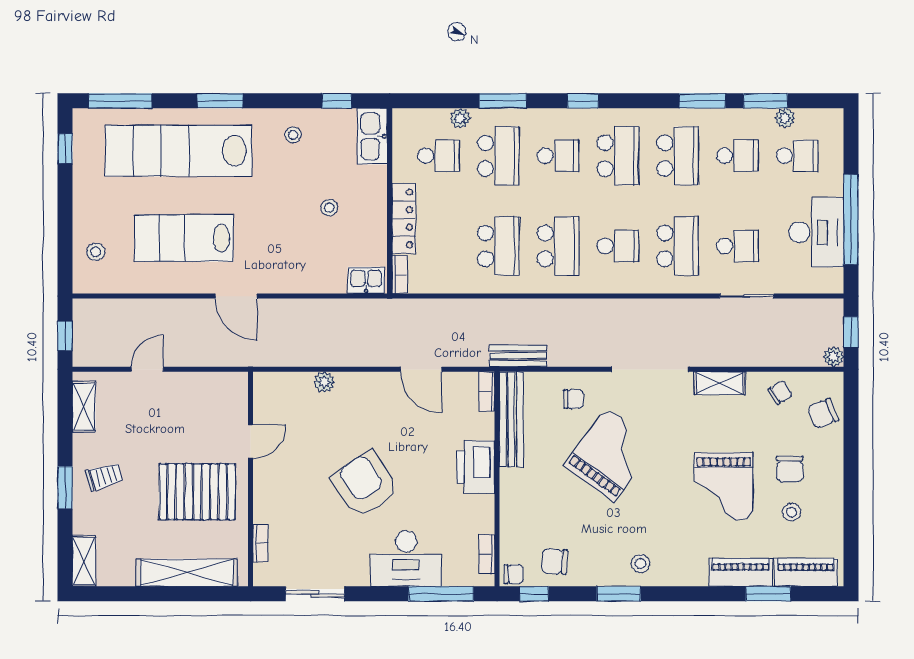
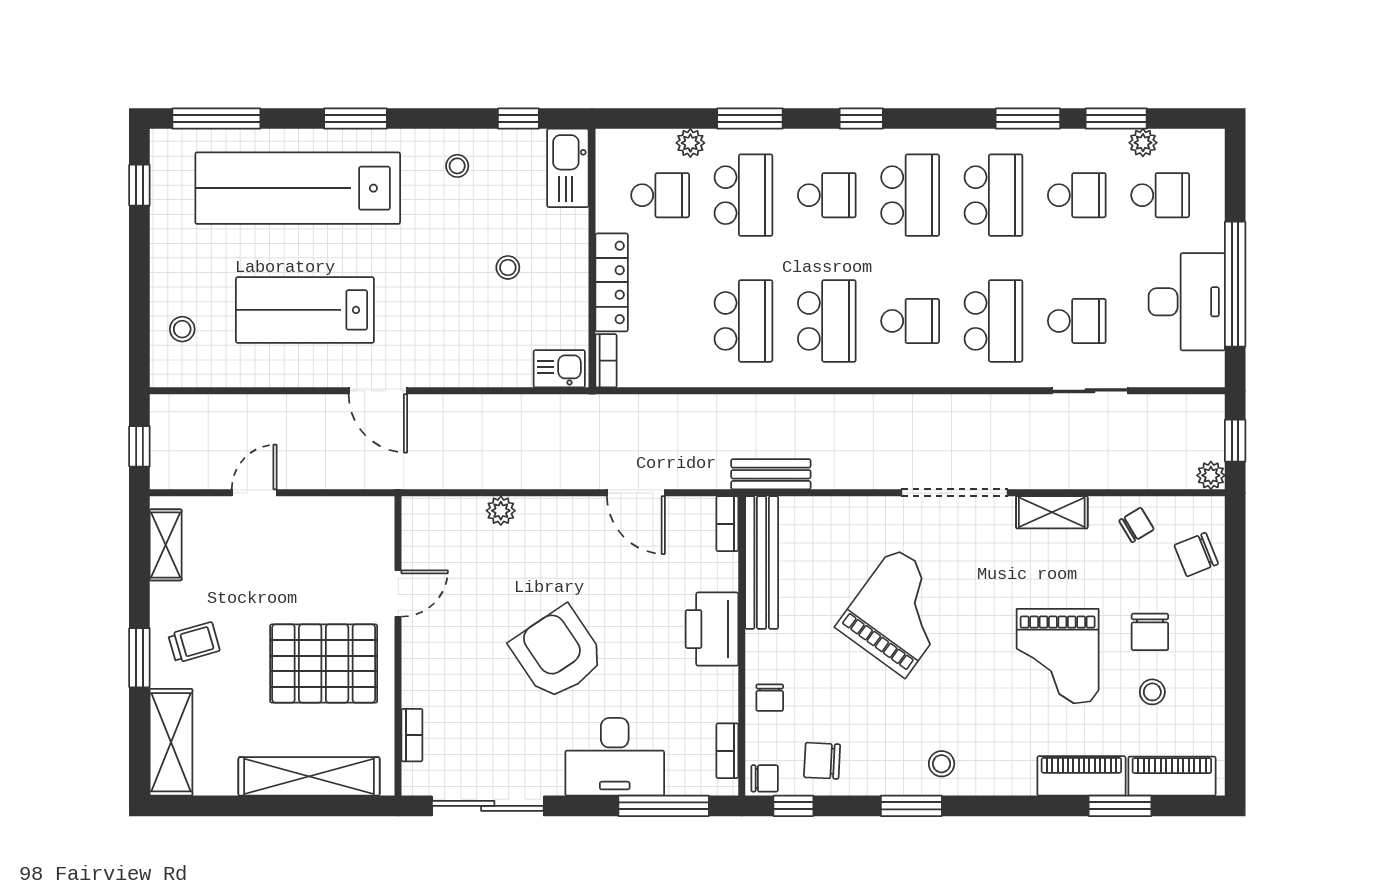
chair: (573, 399) -> (770, 698), moved, turned 90
shelving: (84, 561) -> (171, 742), width x1.50, depth x1.33
sliding door: (315, 594) -> (488, 806), width x1.37

